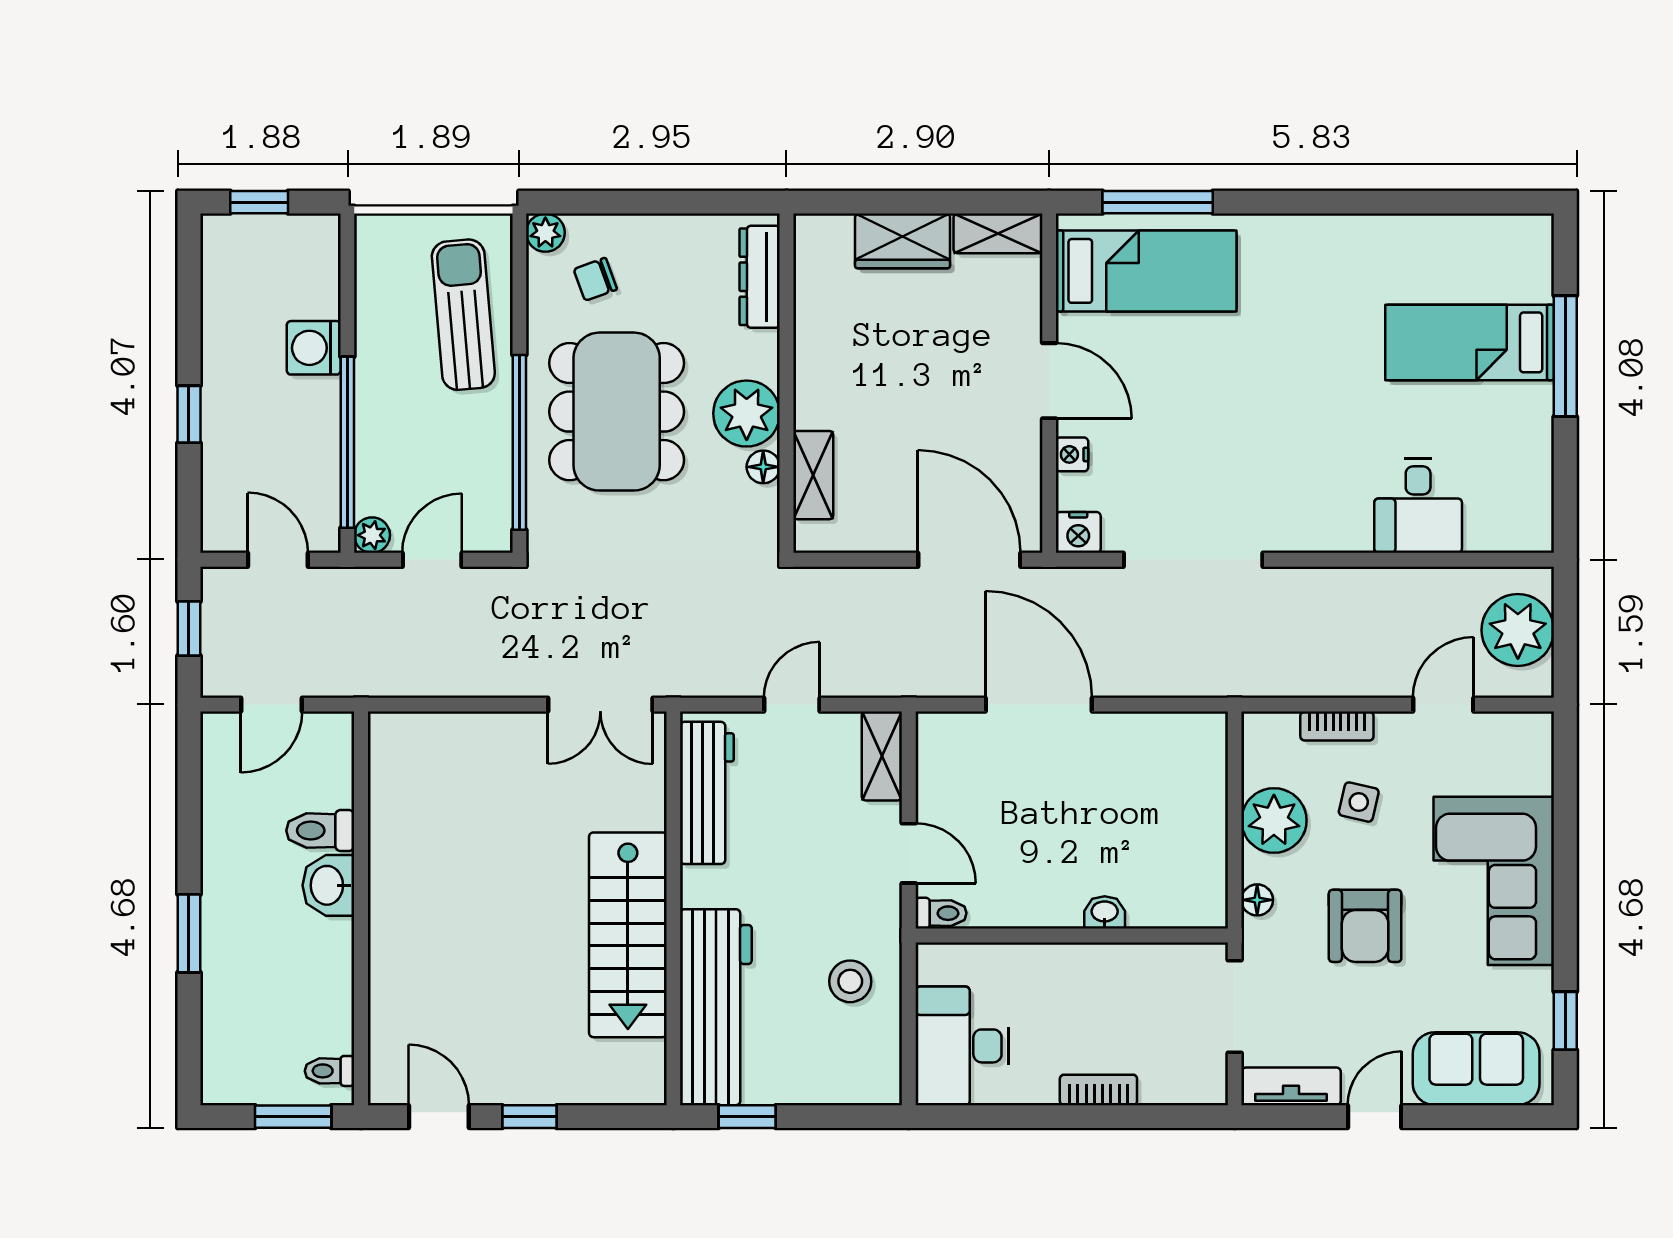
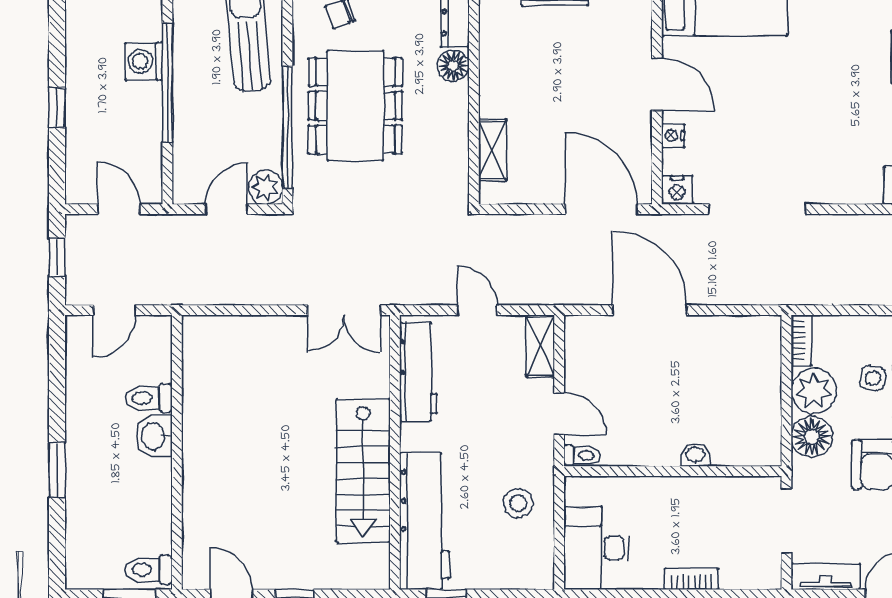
plant: (747, 414) -> (446, 107), removed
window: (347, 442) -> (167, 83), moved
floor lamp: (763, 467) -> (453, 66), moved, width x1.37, depth x1.37
plant: (372, 535) -> (266, 187), moved, width x1.38, depth x1.38
door: (792, 705) -> (478, 310), hinge flipped
bookcase: (1337, 726) -> (801, 340), moved, turned -90
floor lamp: (1257, 900) -> (812, 437), width x1.89, depth x1.89
toilet: (330, 1071) -> (148, 570), width x1.37, depth x1.39

